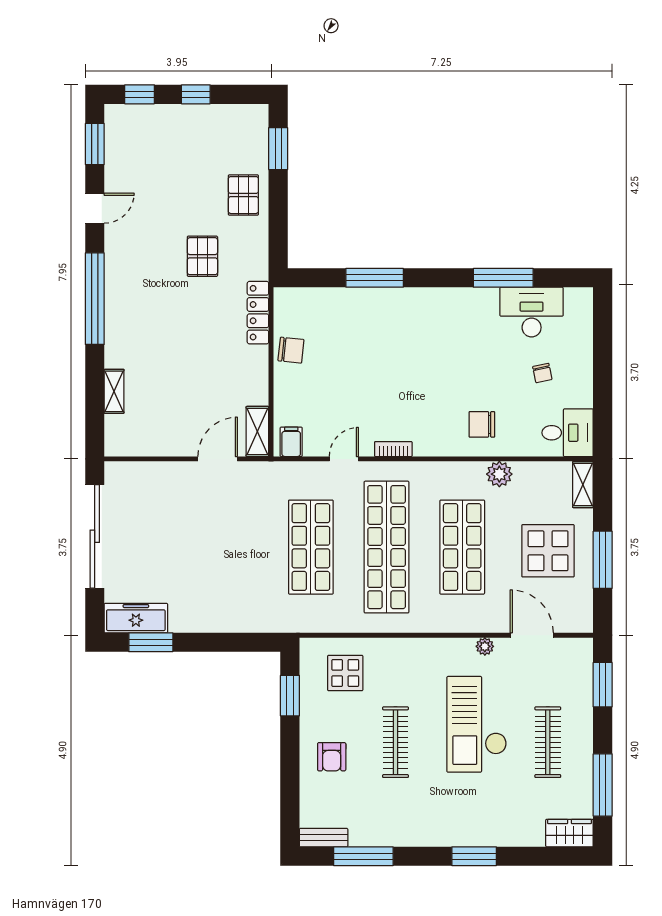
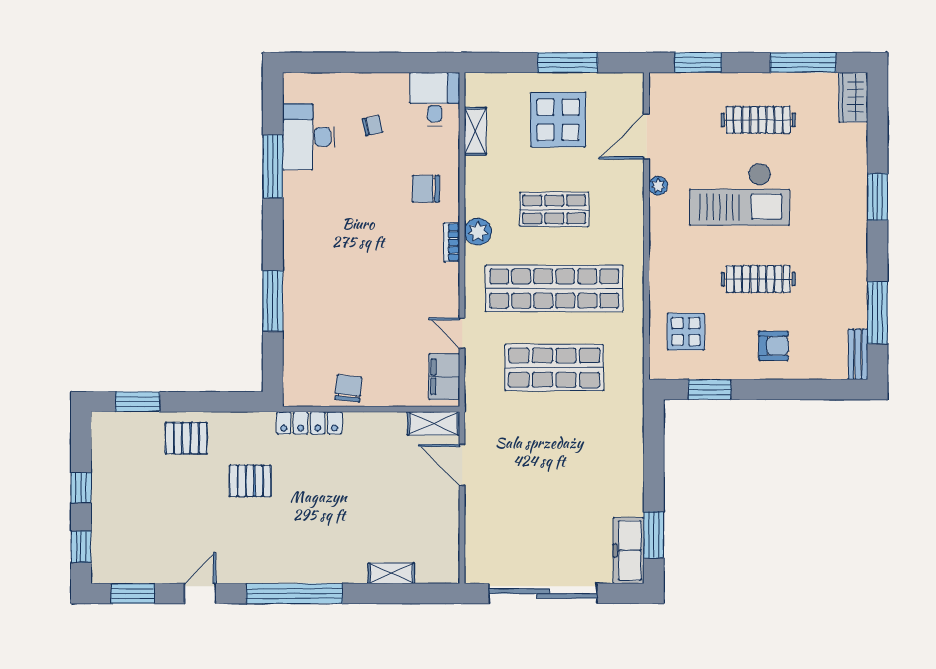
door: (95, 208) -> (200, 594), hinge flipped
chair: (482, 424) -> (426, 189), turned 90
filing cabinet: (291, 442) -> (444, 377), width x2.00
bookcase: (393, 449) -> (452, 242), moved
plant: (499, 474) -> (478, 232), moved
shelving: (583, 485) -> (475, 131), moved, turned 90
shop shelf: (462, 547) -> (554, 209), width x0.70, depth x0.74

